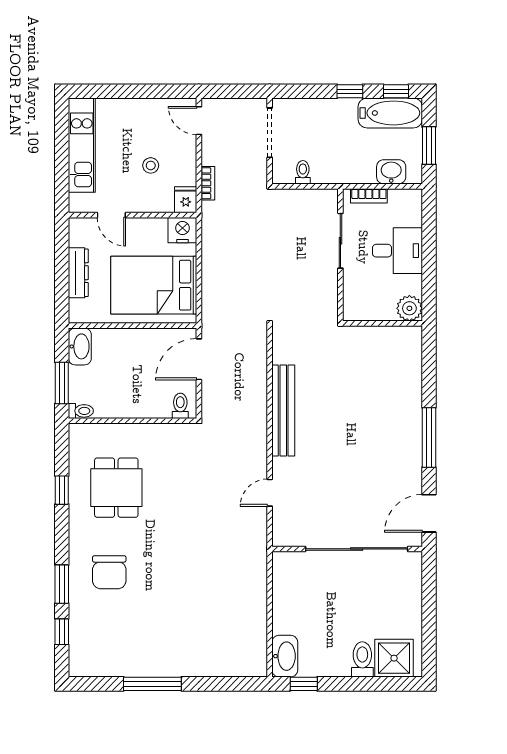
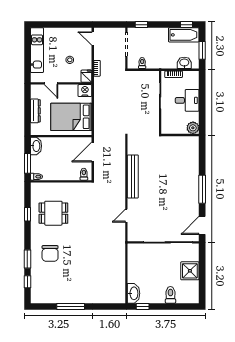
window: (350, 91) -> (141, 25), moved
dining table: (116, 488) -> (53, 213), turned 90
shower: (394, 658) -> (190, 271), moved

